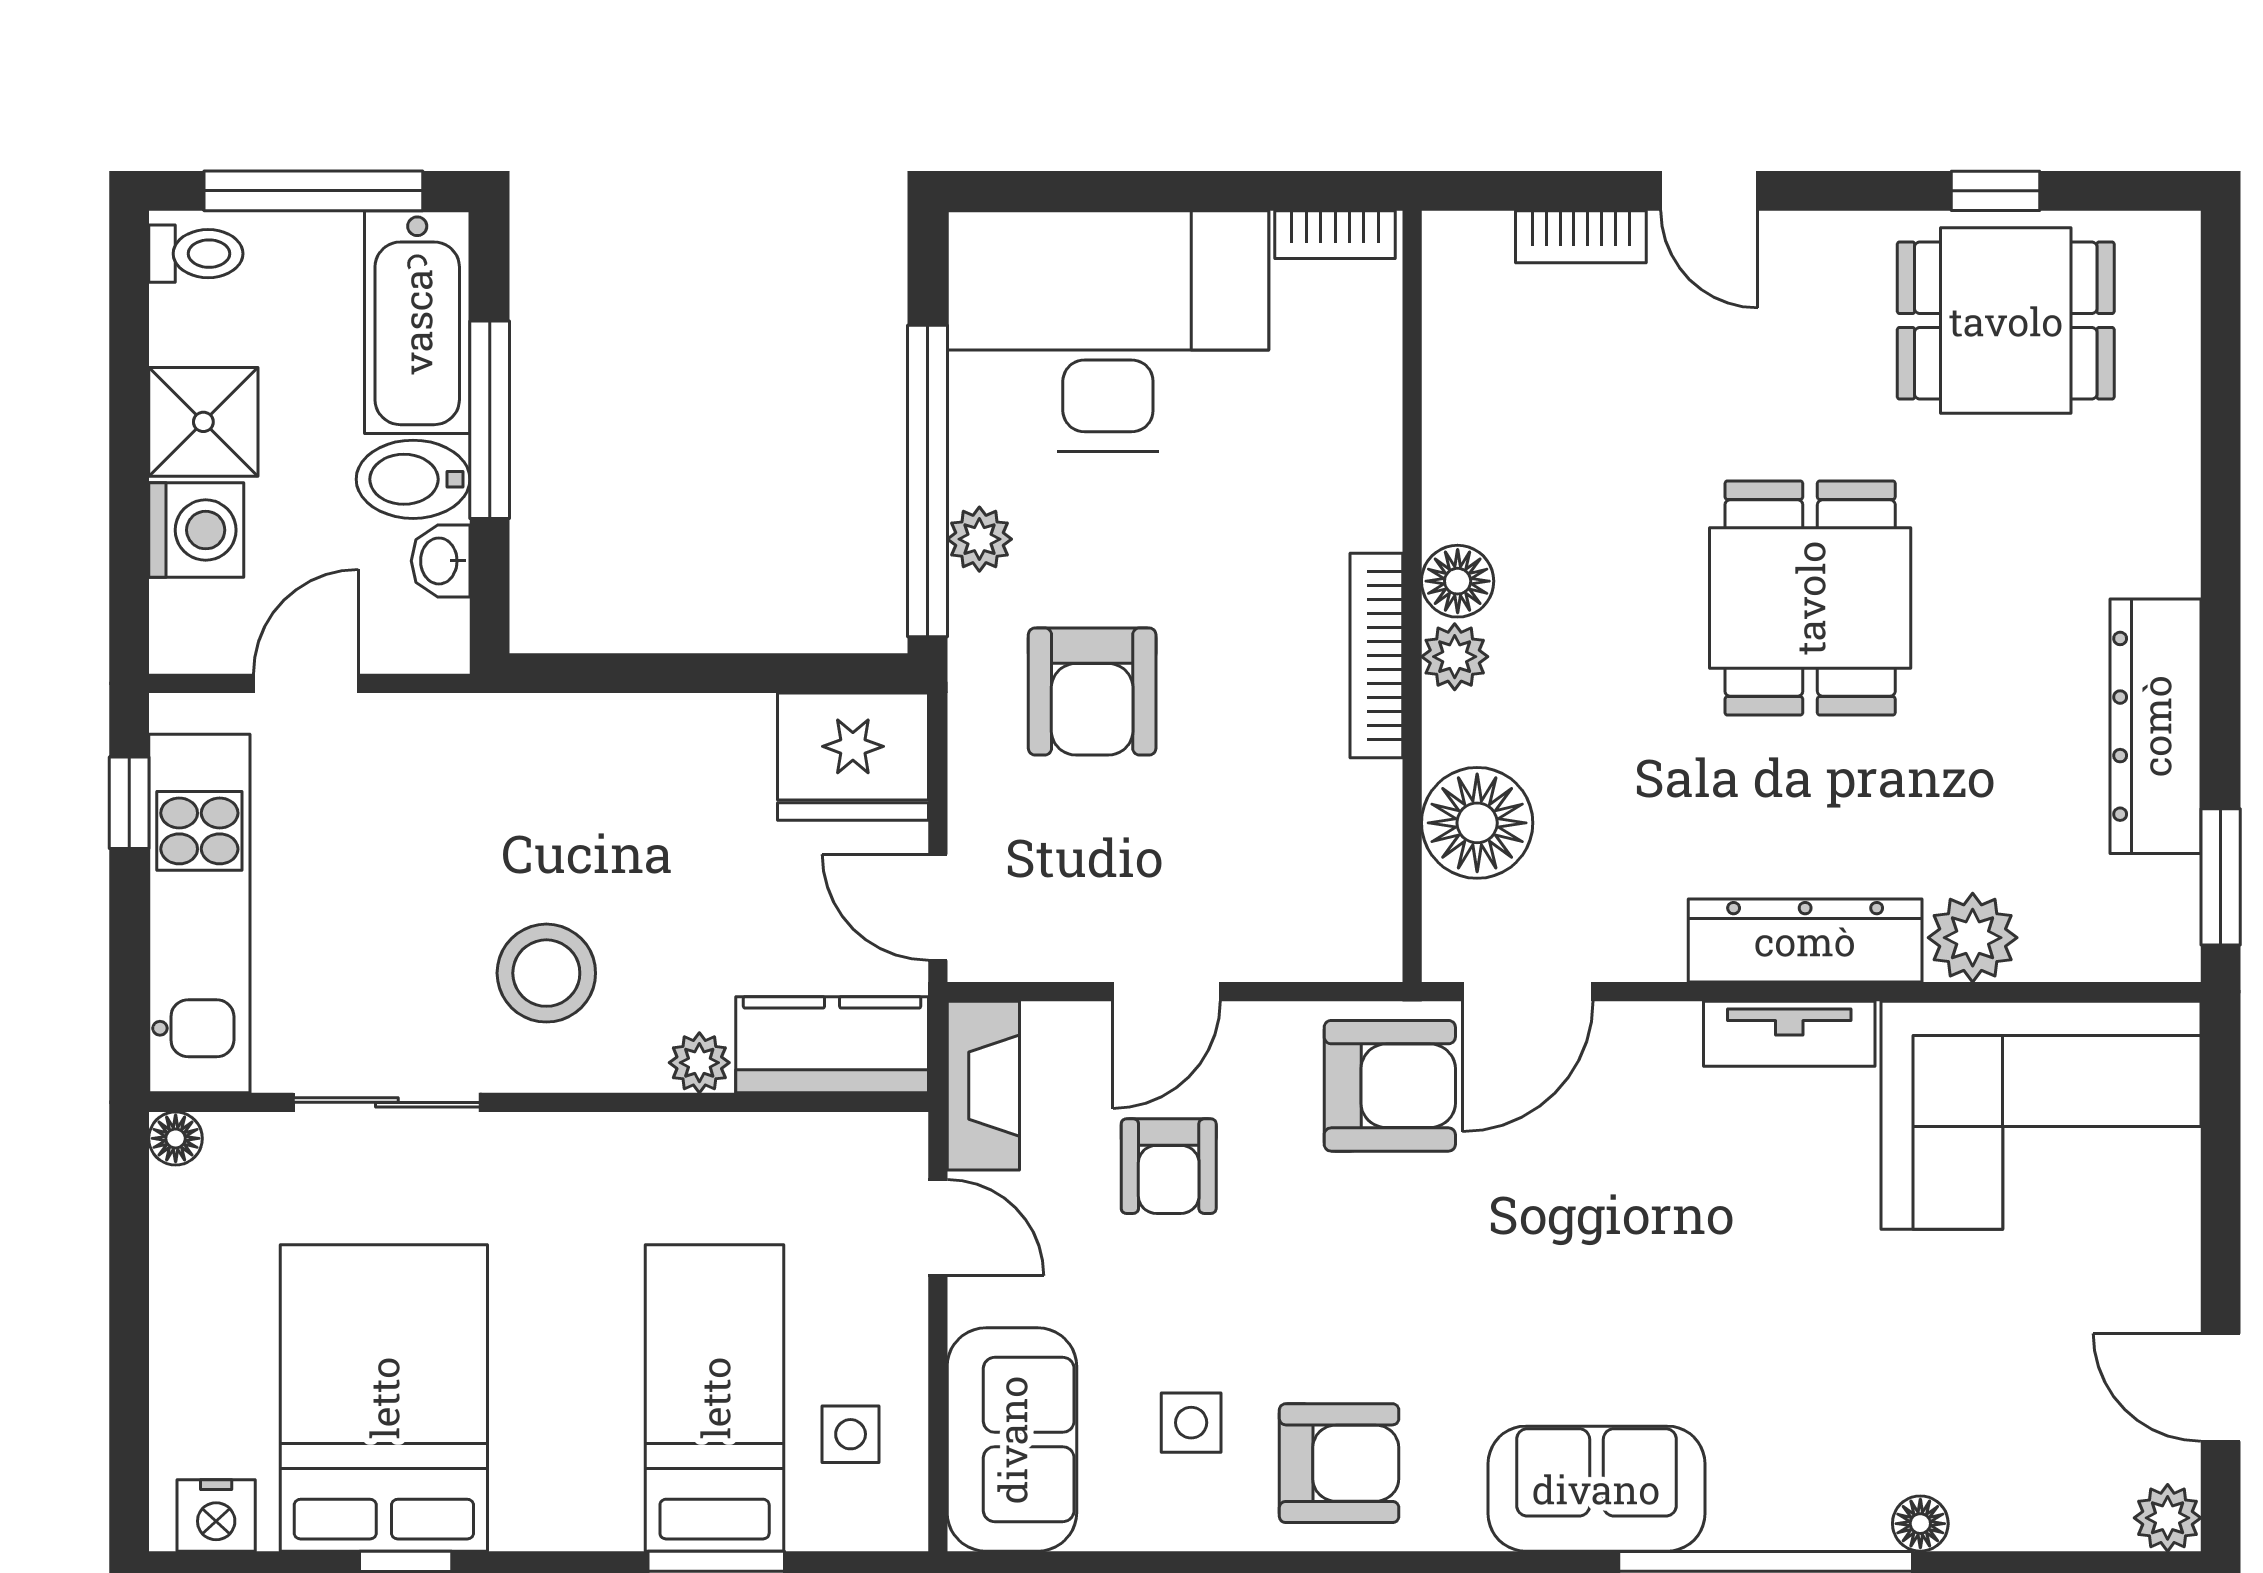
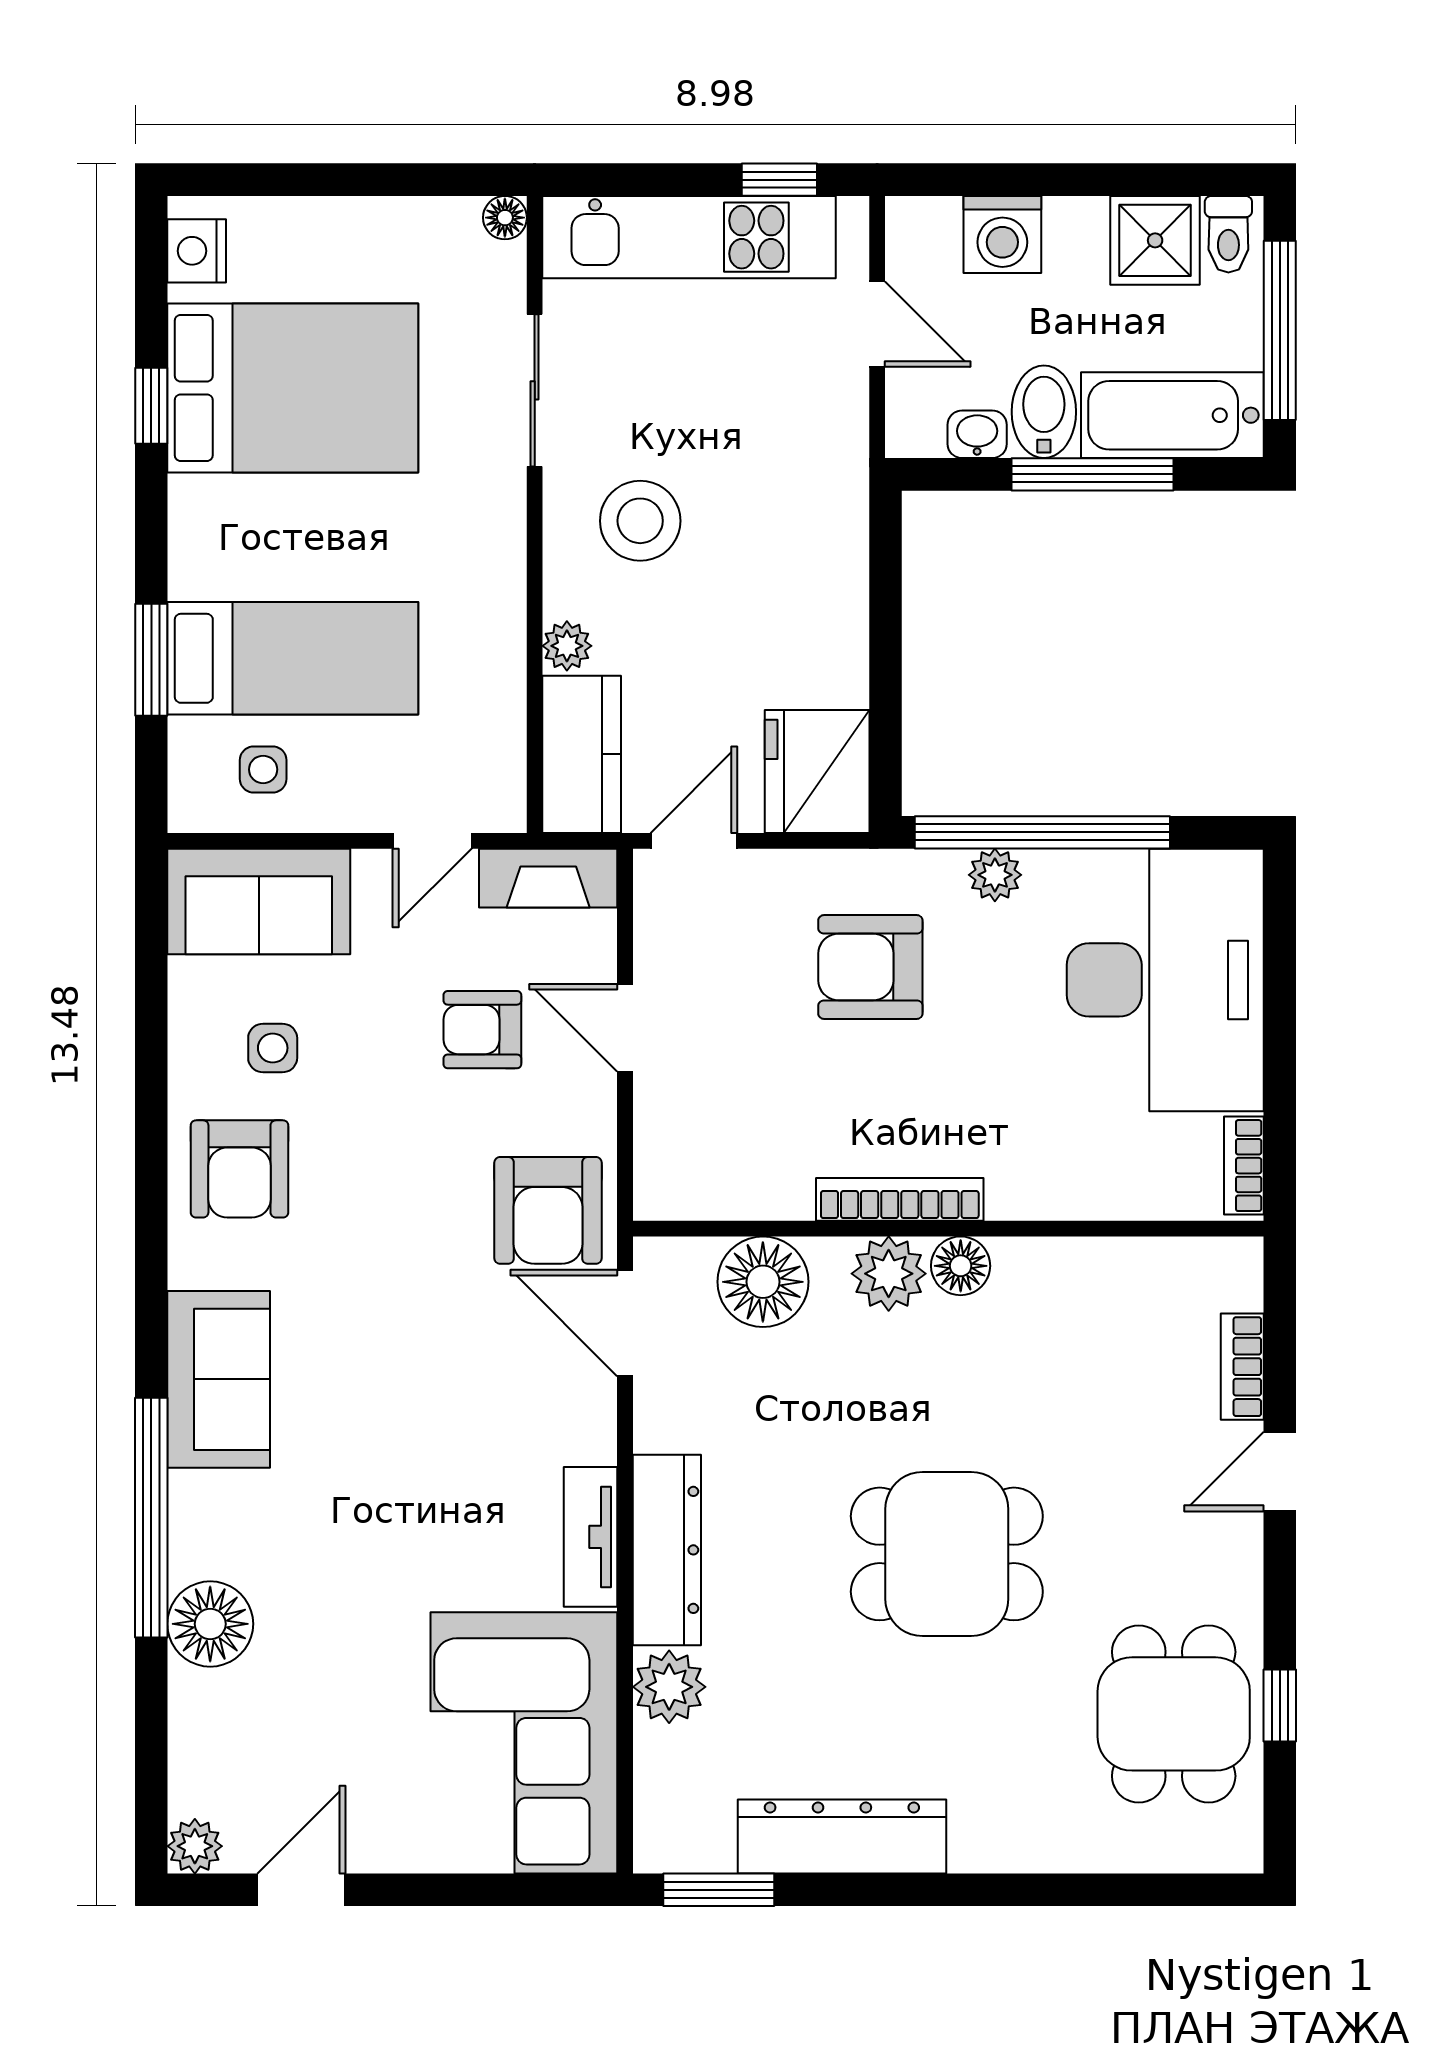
shower: (203, 422) -> (1155, 240), moved
plant: (1455, 657) -> (889, 1274), width x1.38, depth x1.38
floor lamp: (1920, 1524) -> (210, 1624), width x1.89, depth x1.89

